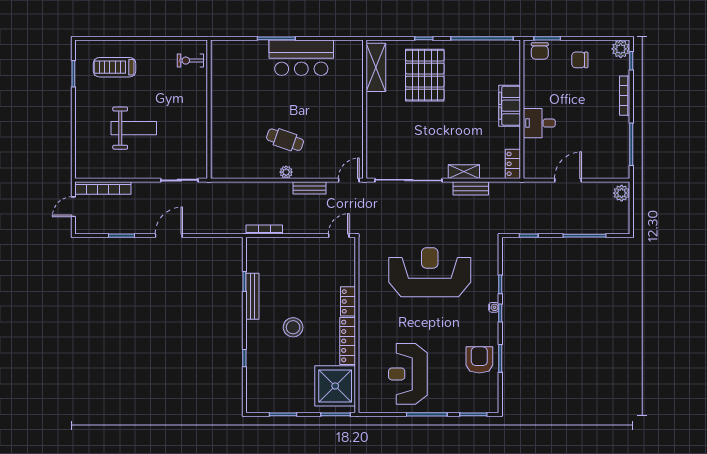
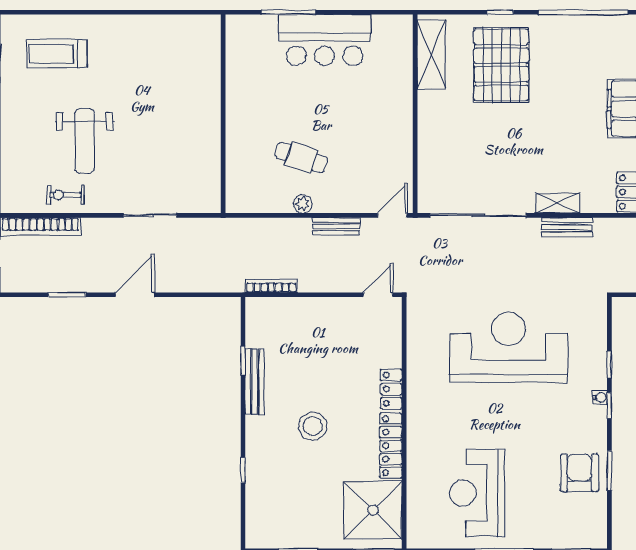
exercise bike: (190, 61) -> (66, 195), moved
wall: (209, 109) -> (223, 114), moved
weight bench: (134, 128) -> (85, 141), turned 90

